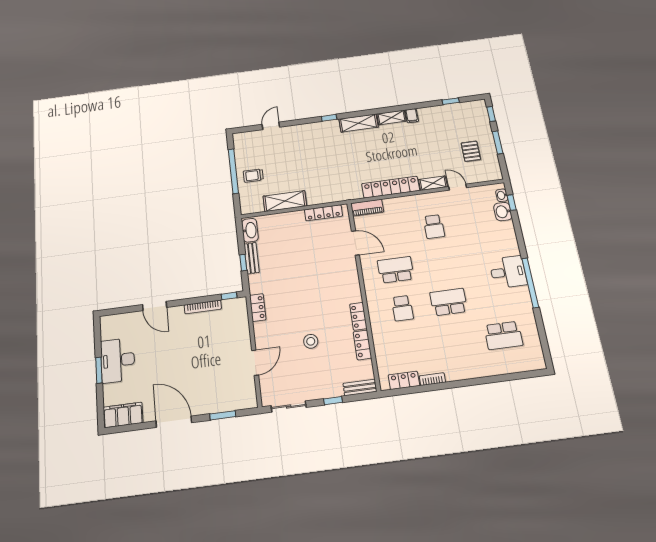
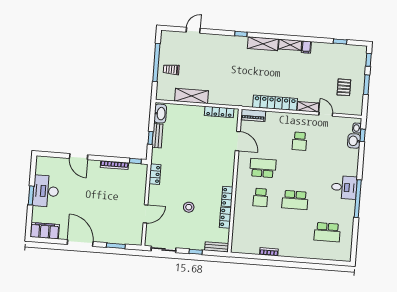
school desk: (449, 302) -> (295, 200), turned 180
locker: (404, 380) -> (249, 248), removed

